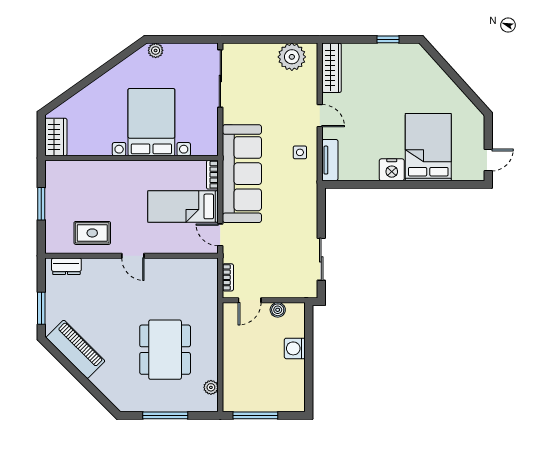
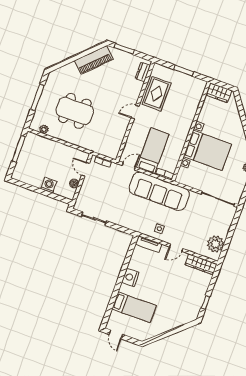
bed: (428, 147) -> (134, 307), width x0.67
rug: (92, 233) -> (156, 94), width x1.36, depth x1.43

